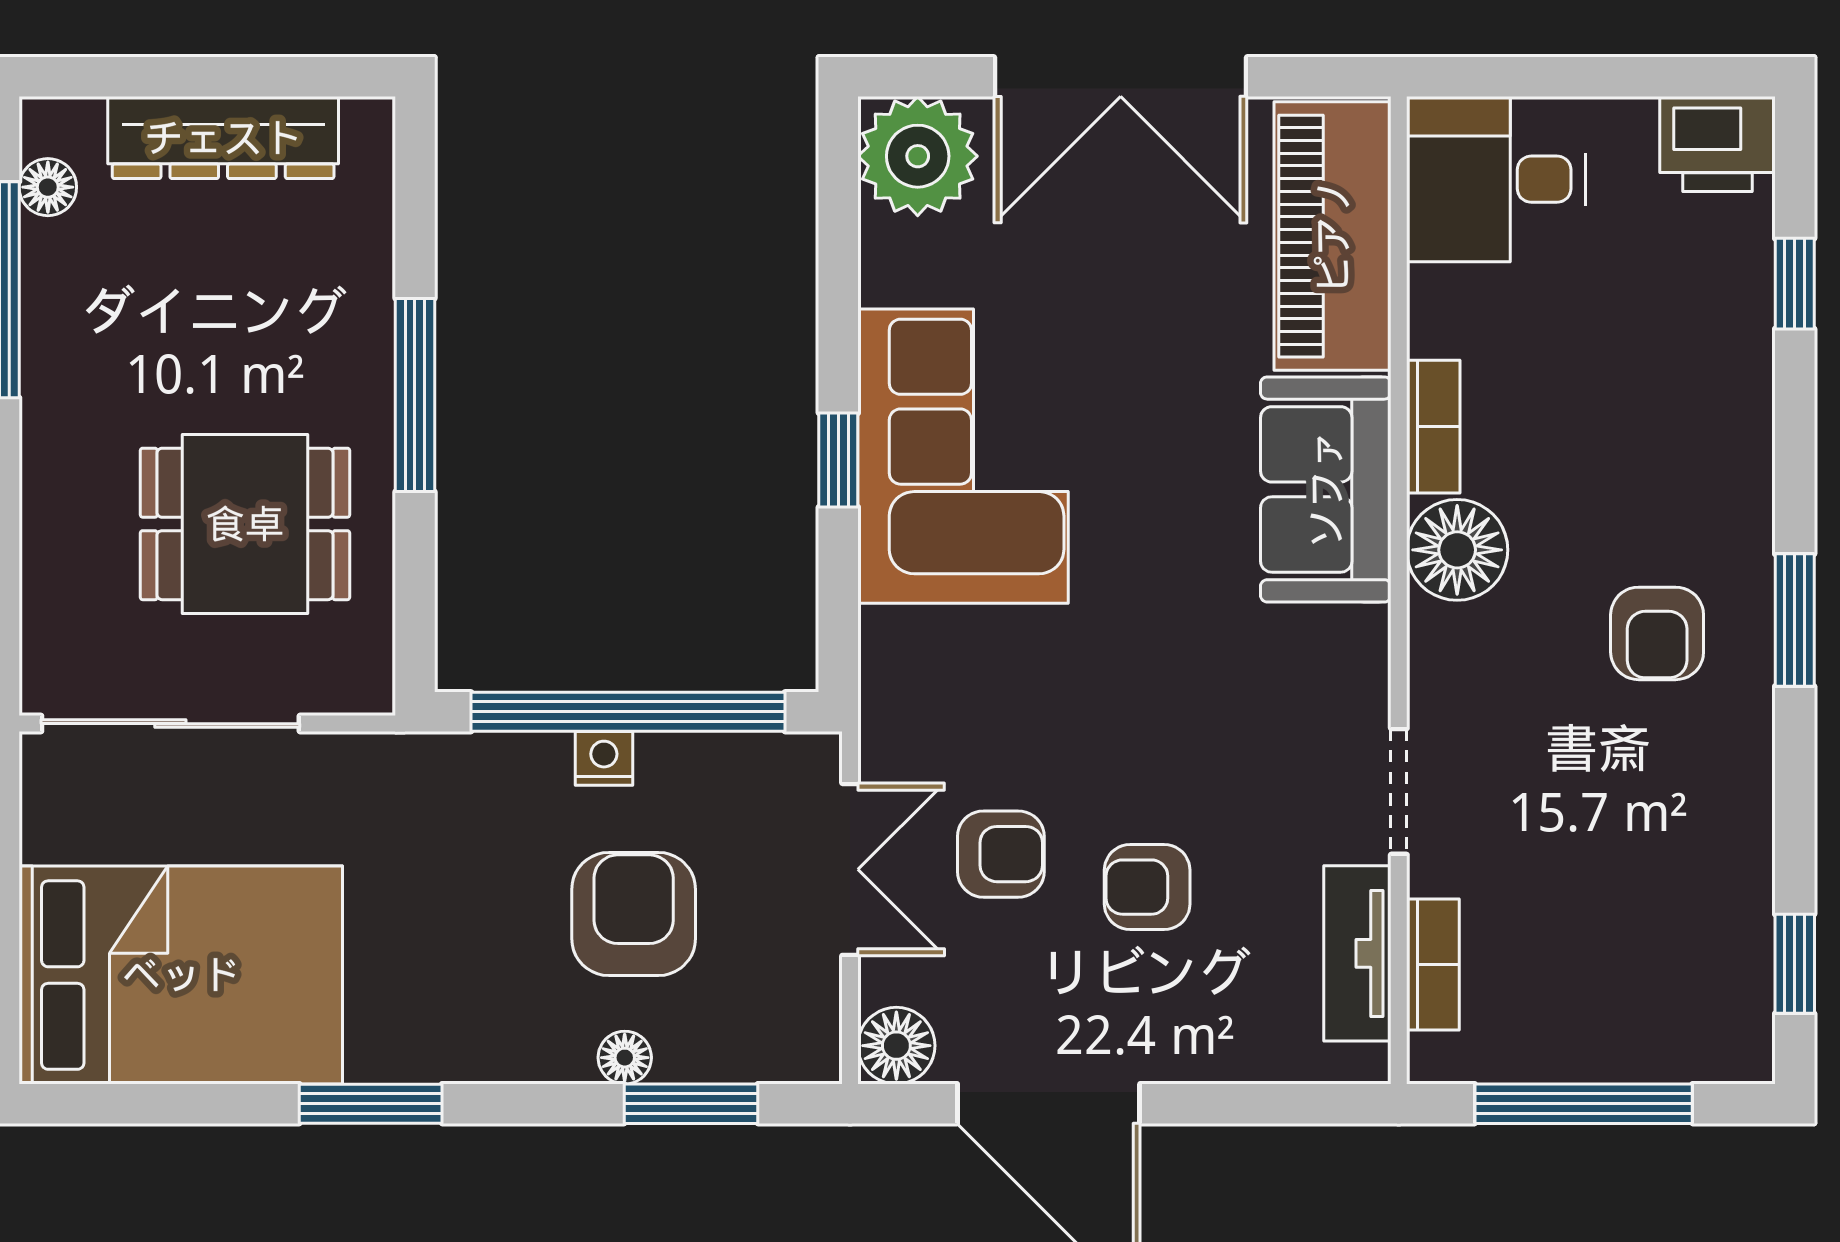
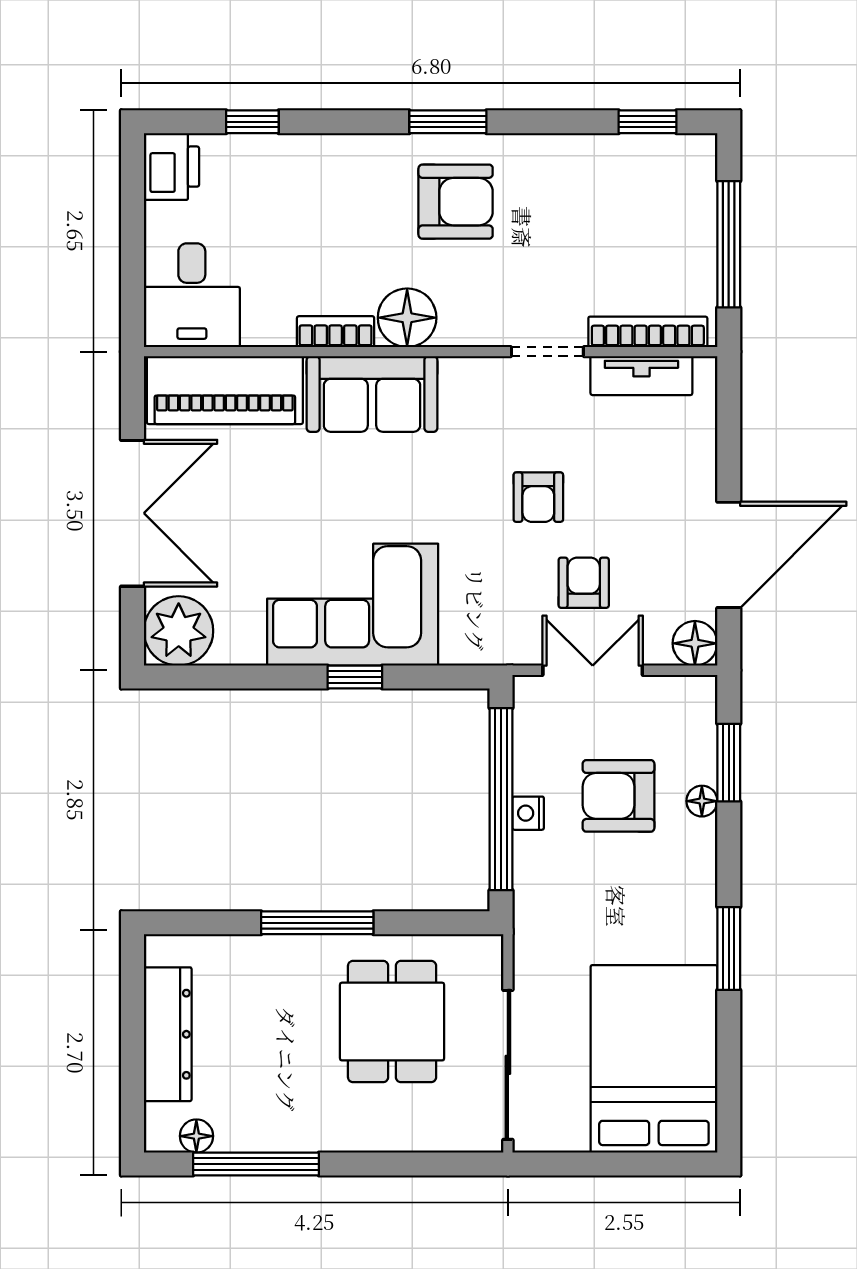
armchair: (1657, 633) -> (456, 202), width x1.38, depth x1.38
armchair: (1147, 887) -> (538, 497), moved
bookcase: (1433, 964) -> (648, 332), width x1.56

